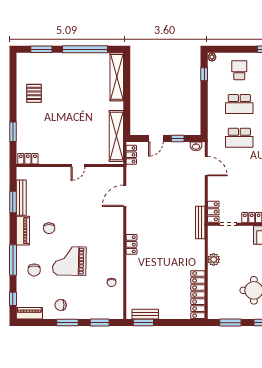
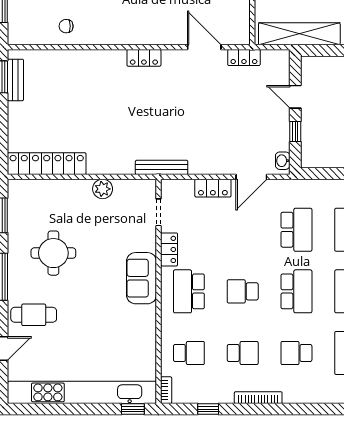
school desk: (239, 138) -> (296, 230), turned 180
locker: (131, 155) -> (244, 57), moved
locker: (213, 212) -> (213, 188), moved
locker: (131, 244) -> (144, 58), moved

